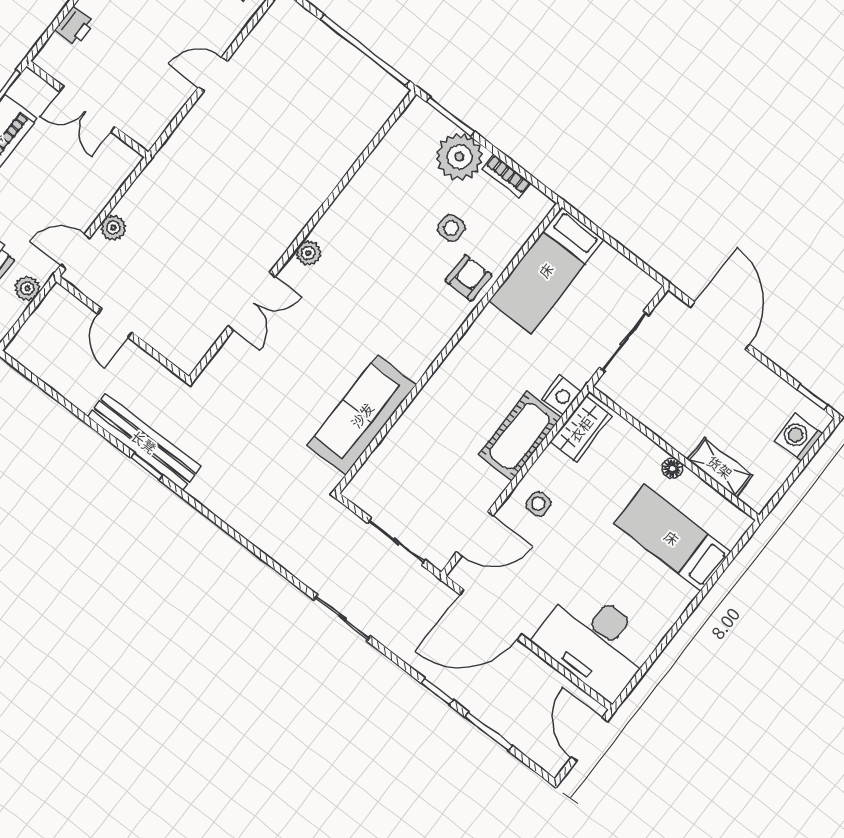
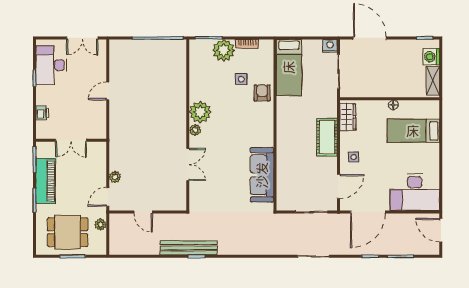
plant: (340, 230) -> (200, 112), added
nightstand: (561, 395) -> (330, 46), moved, turned -90
shelving: (720, 467) -> (433, 81), moved, turned 90

